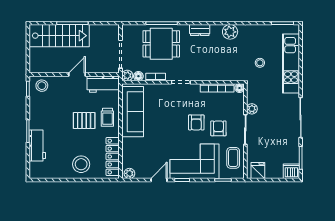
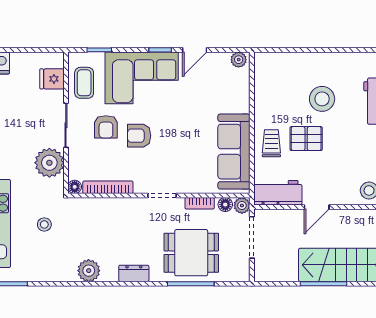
plant: (252, 109) -> (49, 163), width x1.87, depth x1.87
armchair: (196, 122) -> (139, 136), turned -90
locker: (113, 157) -> (264, 85), removed
stool: (81, 164) -> (322, 99), moved
fridge: (258, 171) -> (52, 79), moved, turned 90

